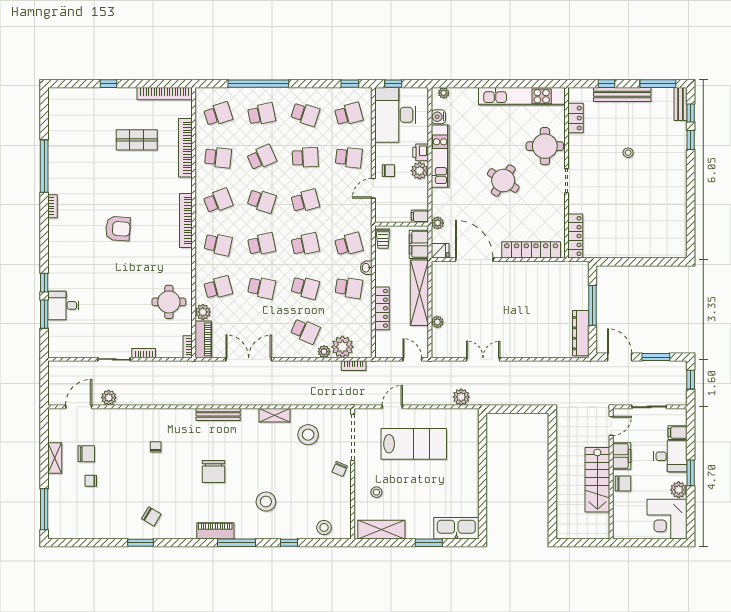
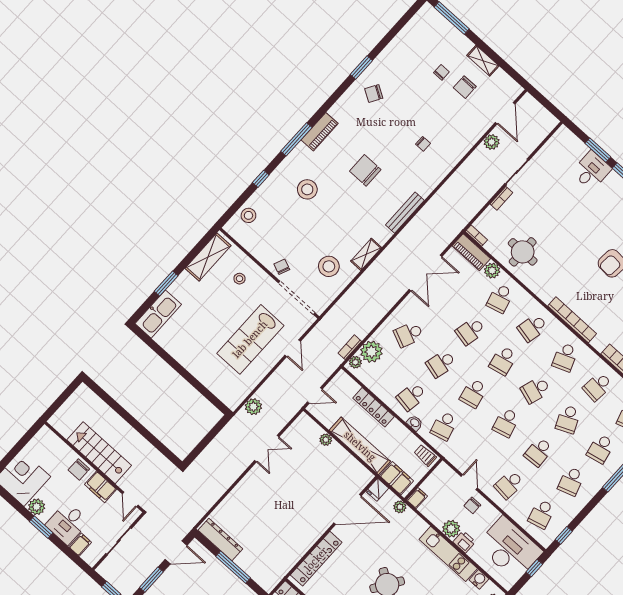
school desk: (305, 114) -> (571, 481), turned -36
plant: (324, 352) -> (355, 362), moved

